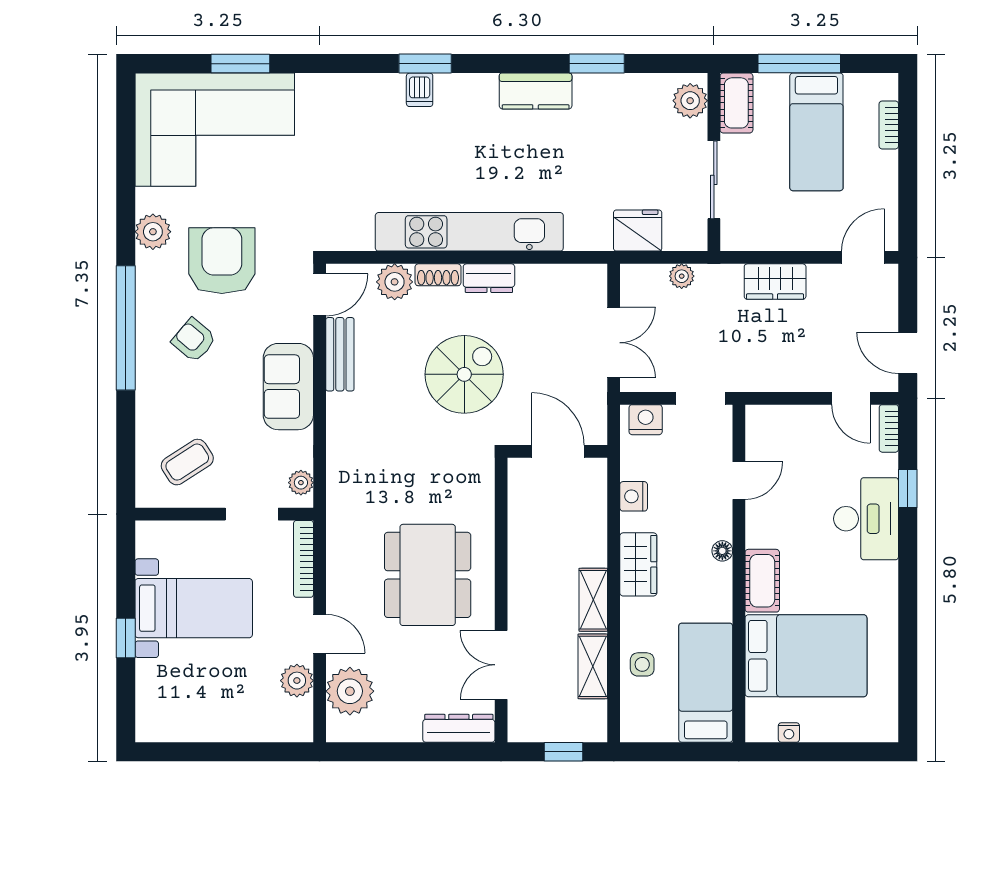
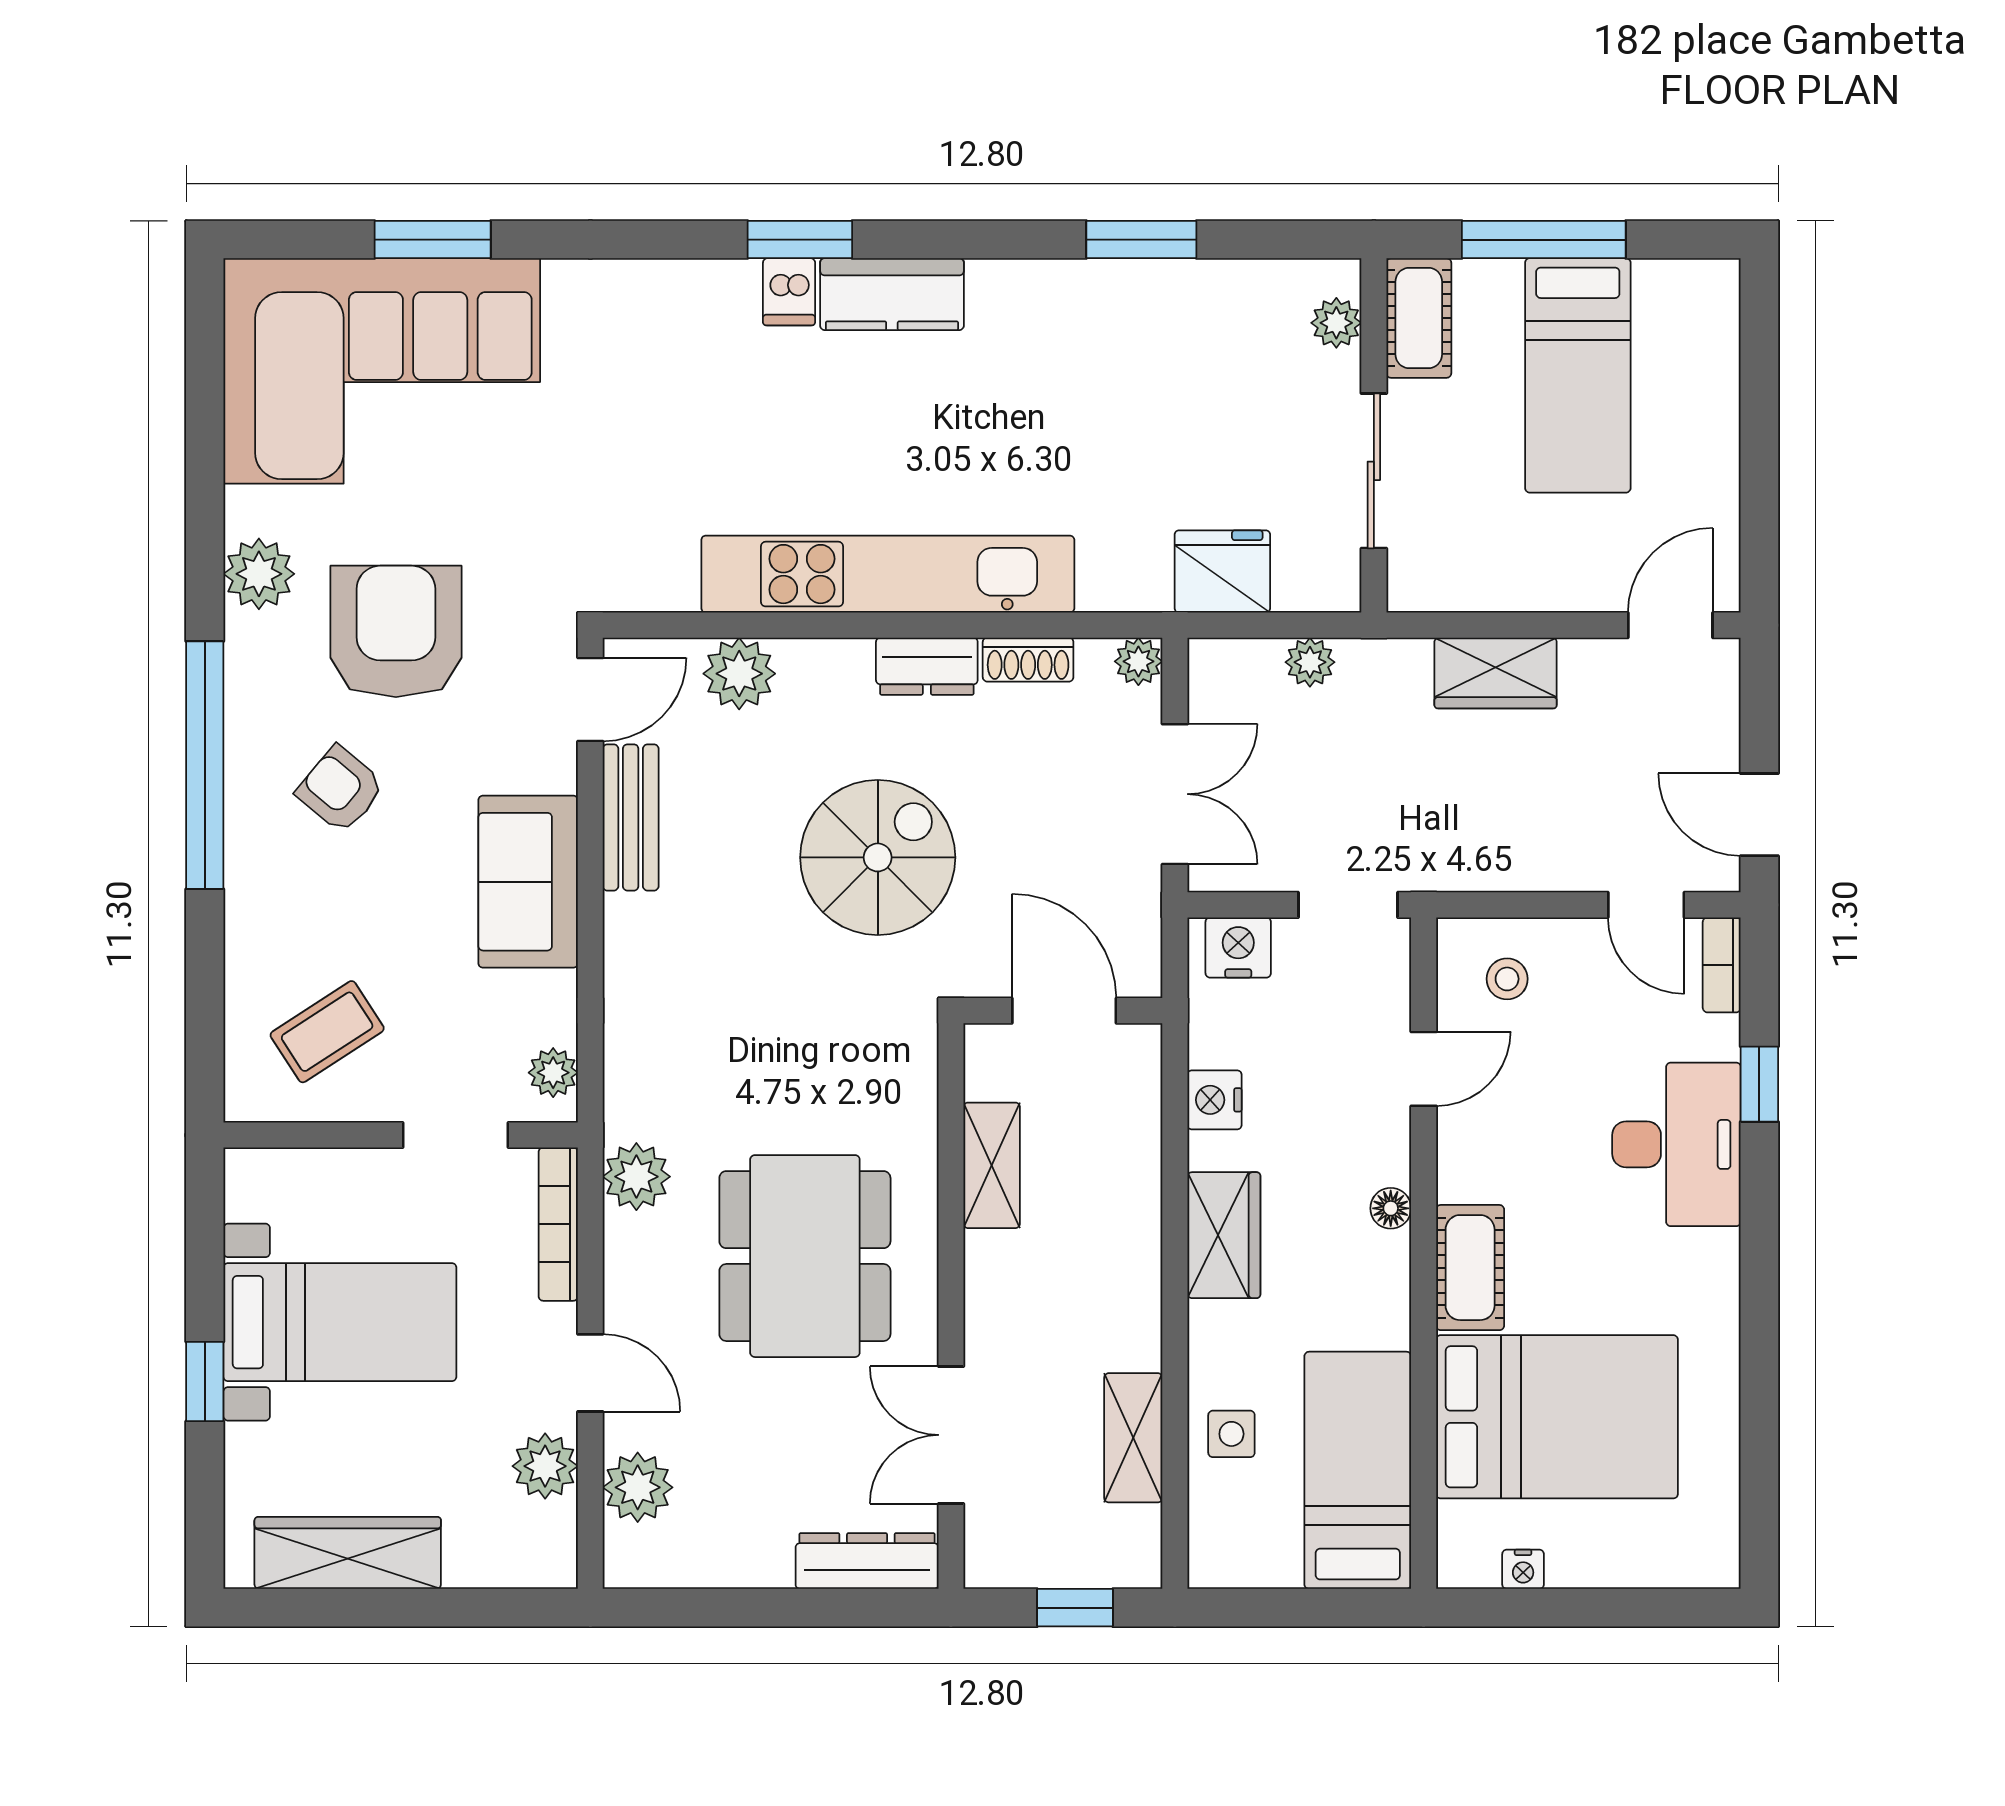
kitchen counter: (536, 91) -> (892, 294), moved
plant: (690, 101) -> (1336, 323), width x0.73, depth x0.73
bookcase: (889, 125) -> (1722, 362), removed
shoe rack: (438, 275) -> (1028, 660), moved
plant: (595, 276) -> (1138, 661), added
stool: (781, 436) -> (1507, 979), added
plant: (343, 535) -> (636, 1177), added
shelving: (593, 600) -> (992, 1165), moved
plant: (350, 691) -> (638, 1487), width x0.73, depth x0.73
wardrobe: (198, 724) -> (348, 1553), added

